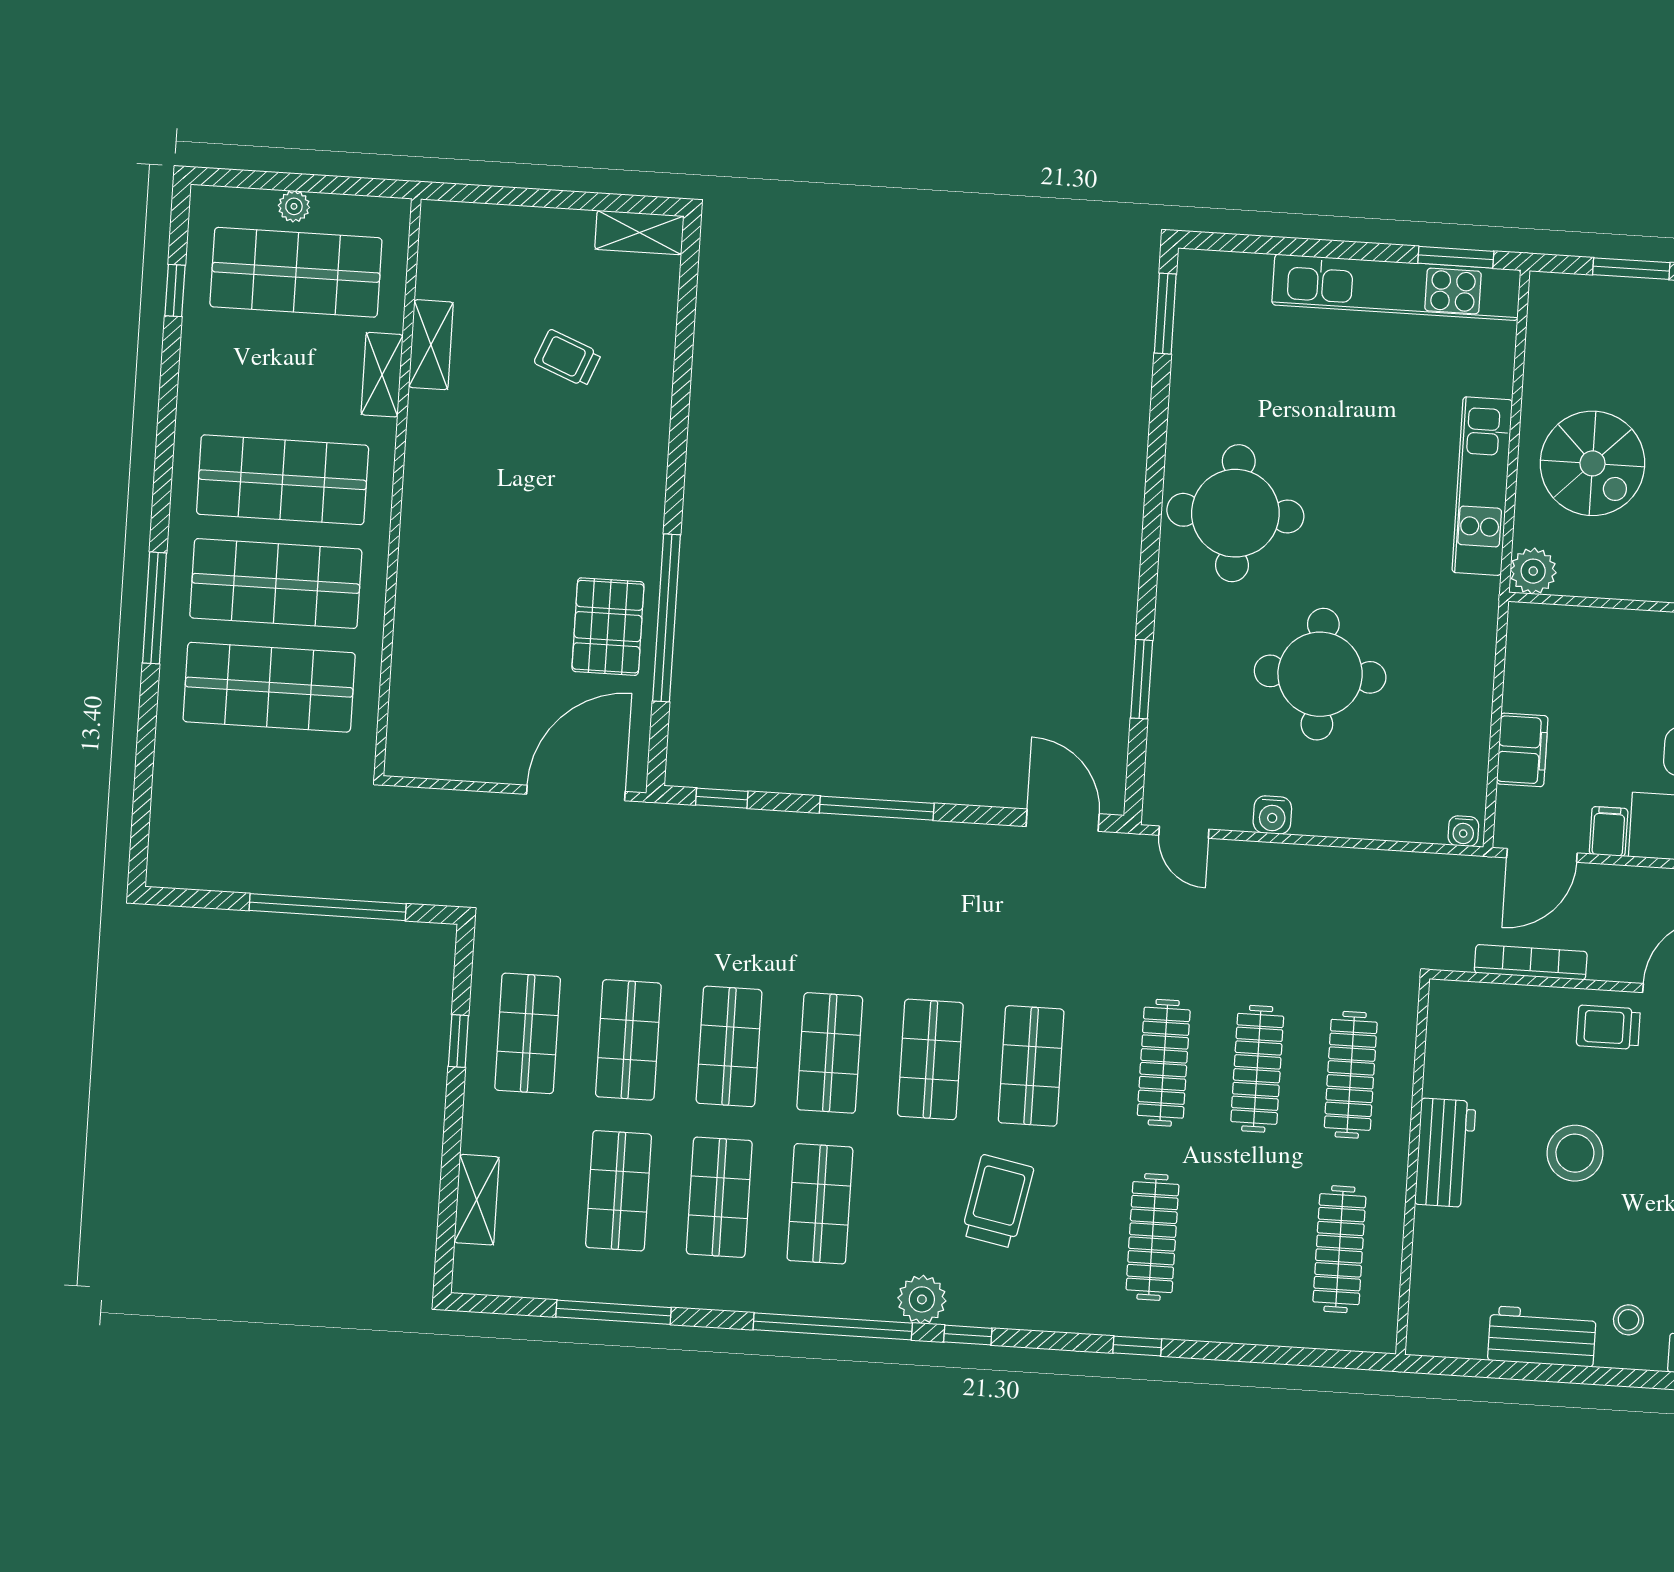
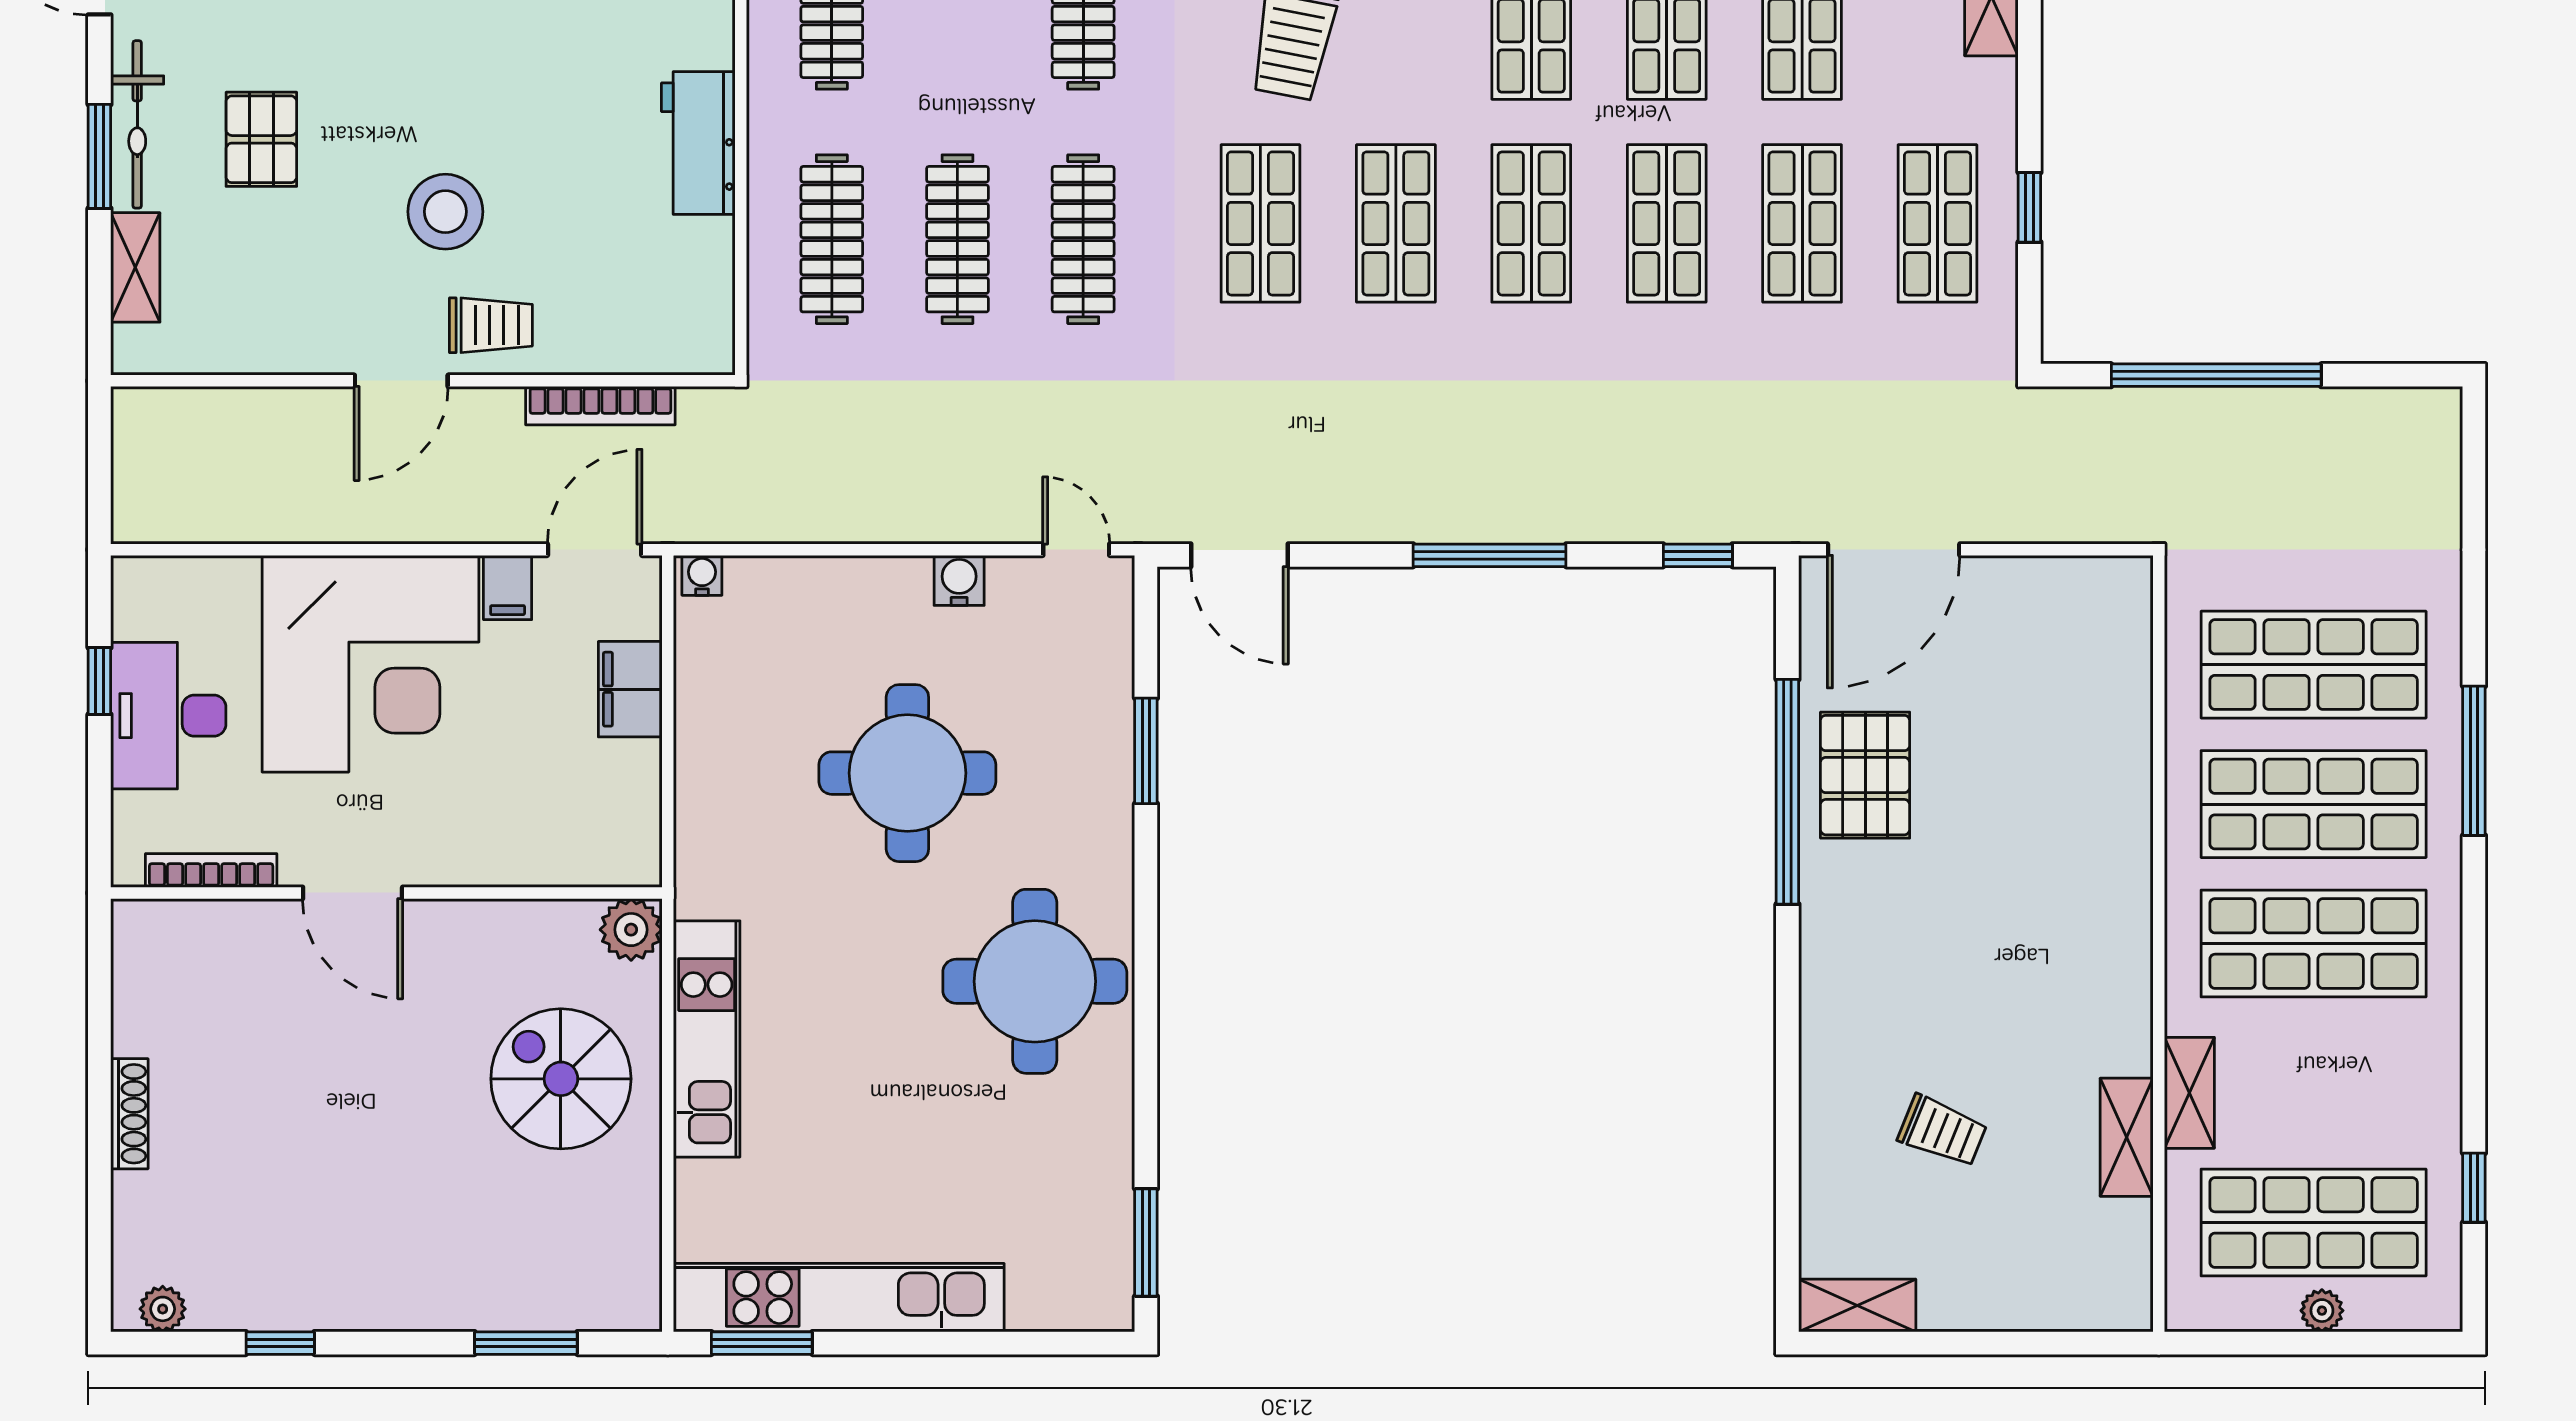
stool: (1575, 1153) -> (445, 212), moved

